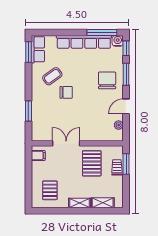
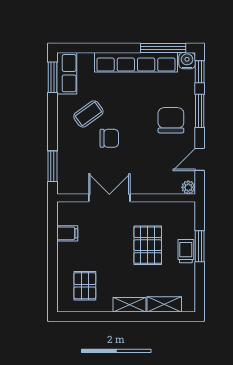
double door: (66, 143) -> (109, 198), moved
wall: (77, 143) -> (126, 198), moved

